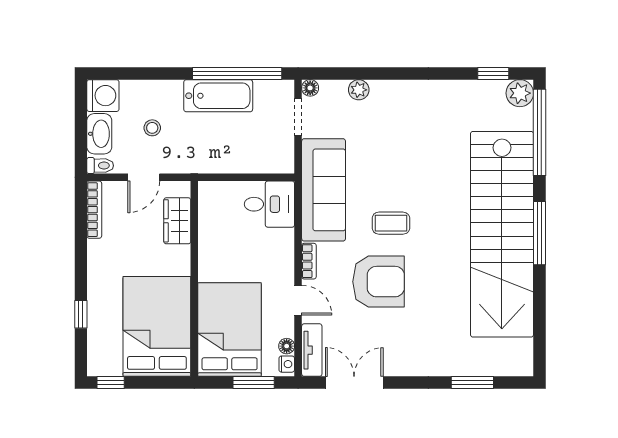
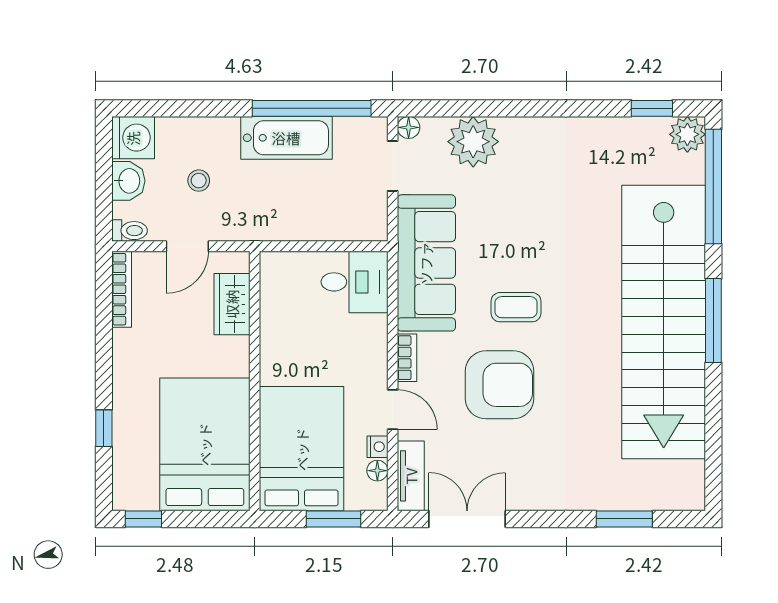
plant: (359, 90) -> (473, 142), width x1.87, depth x1.87
washbasin: (99, 134) -> (128, 181), width x0.72
nightstand: (287, 364) -> (377, 447), moved

